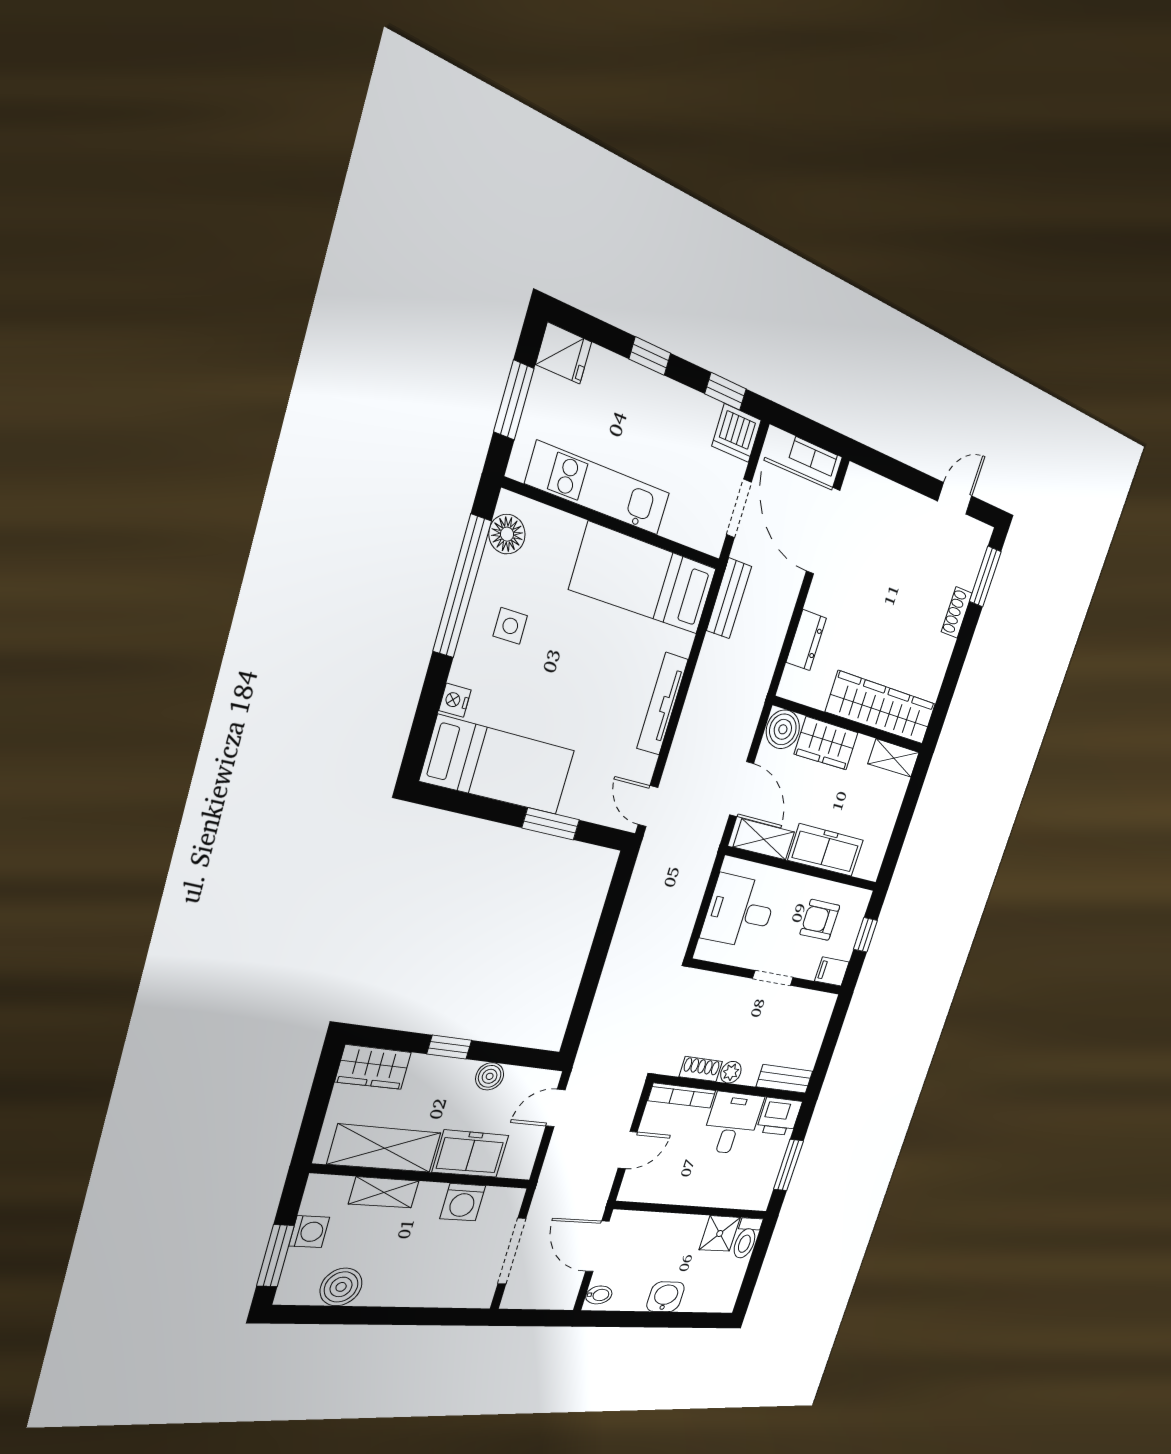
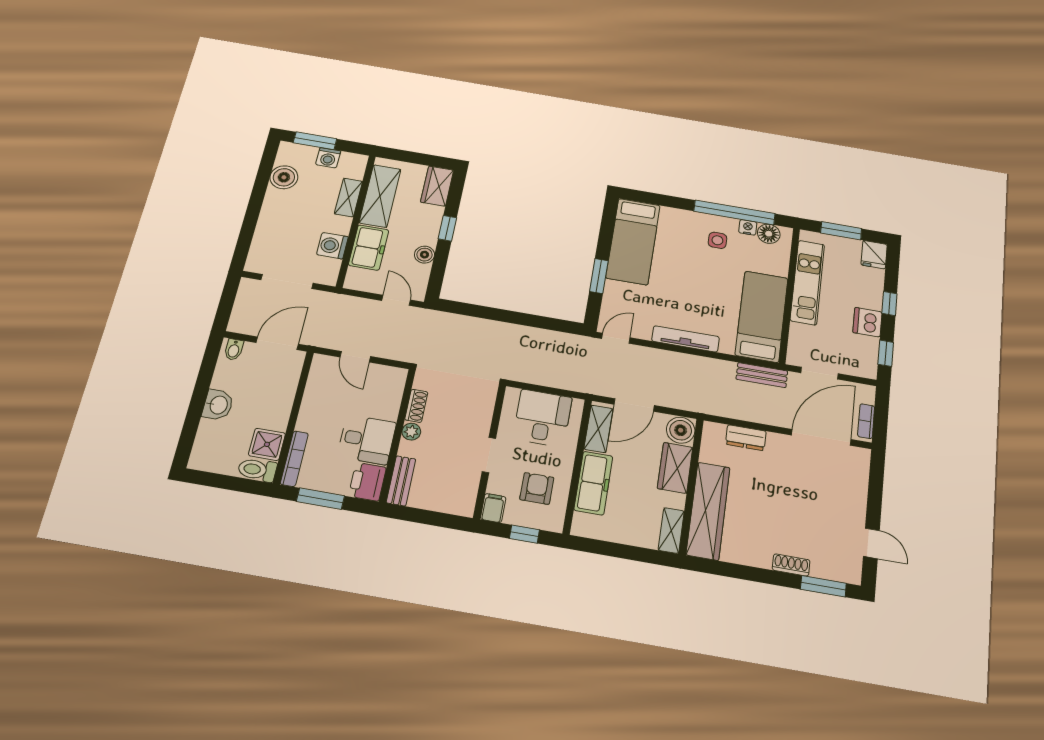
dishwasher: (737, 433) -> (867, 322), moved
nightstand: (455, 700) -> (748, 227), moved
bookcase: (682, 1096) -> (294, 459), moved, turned 180

